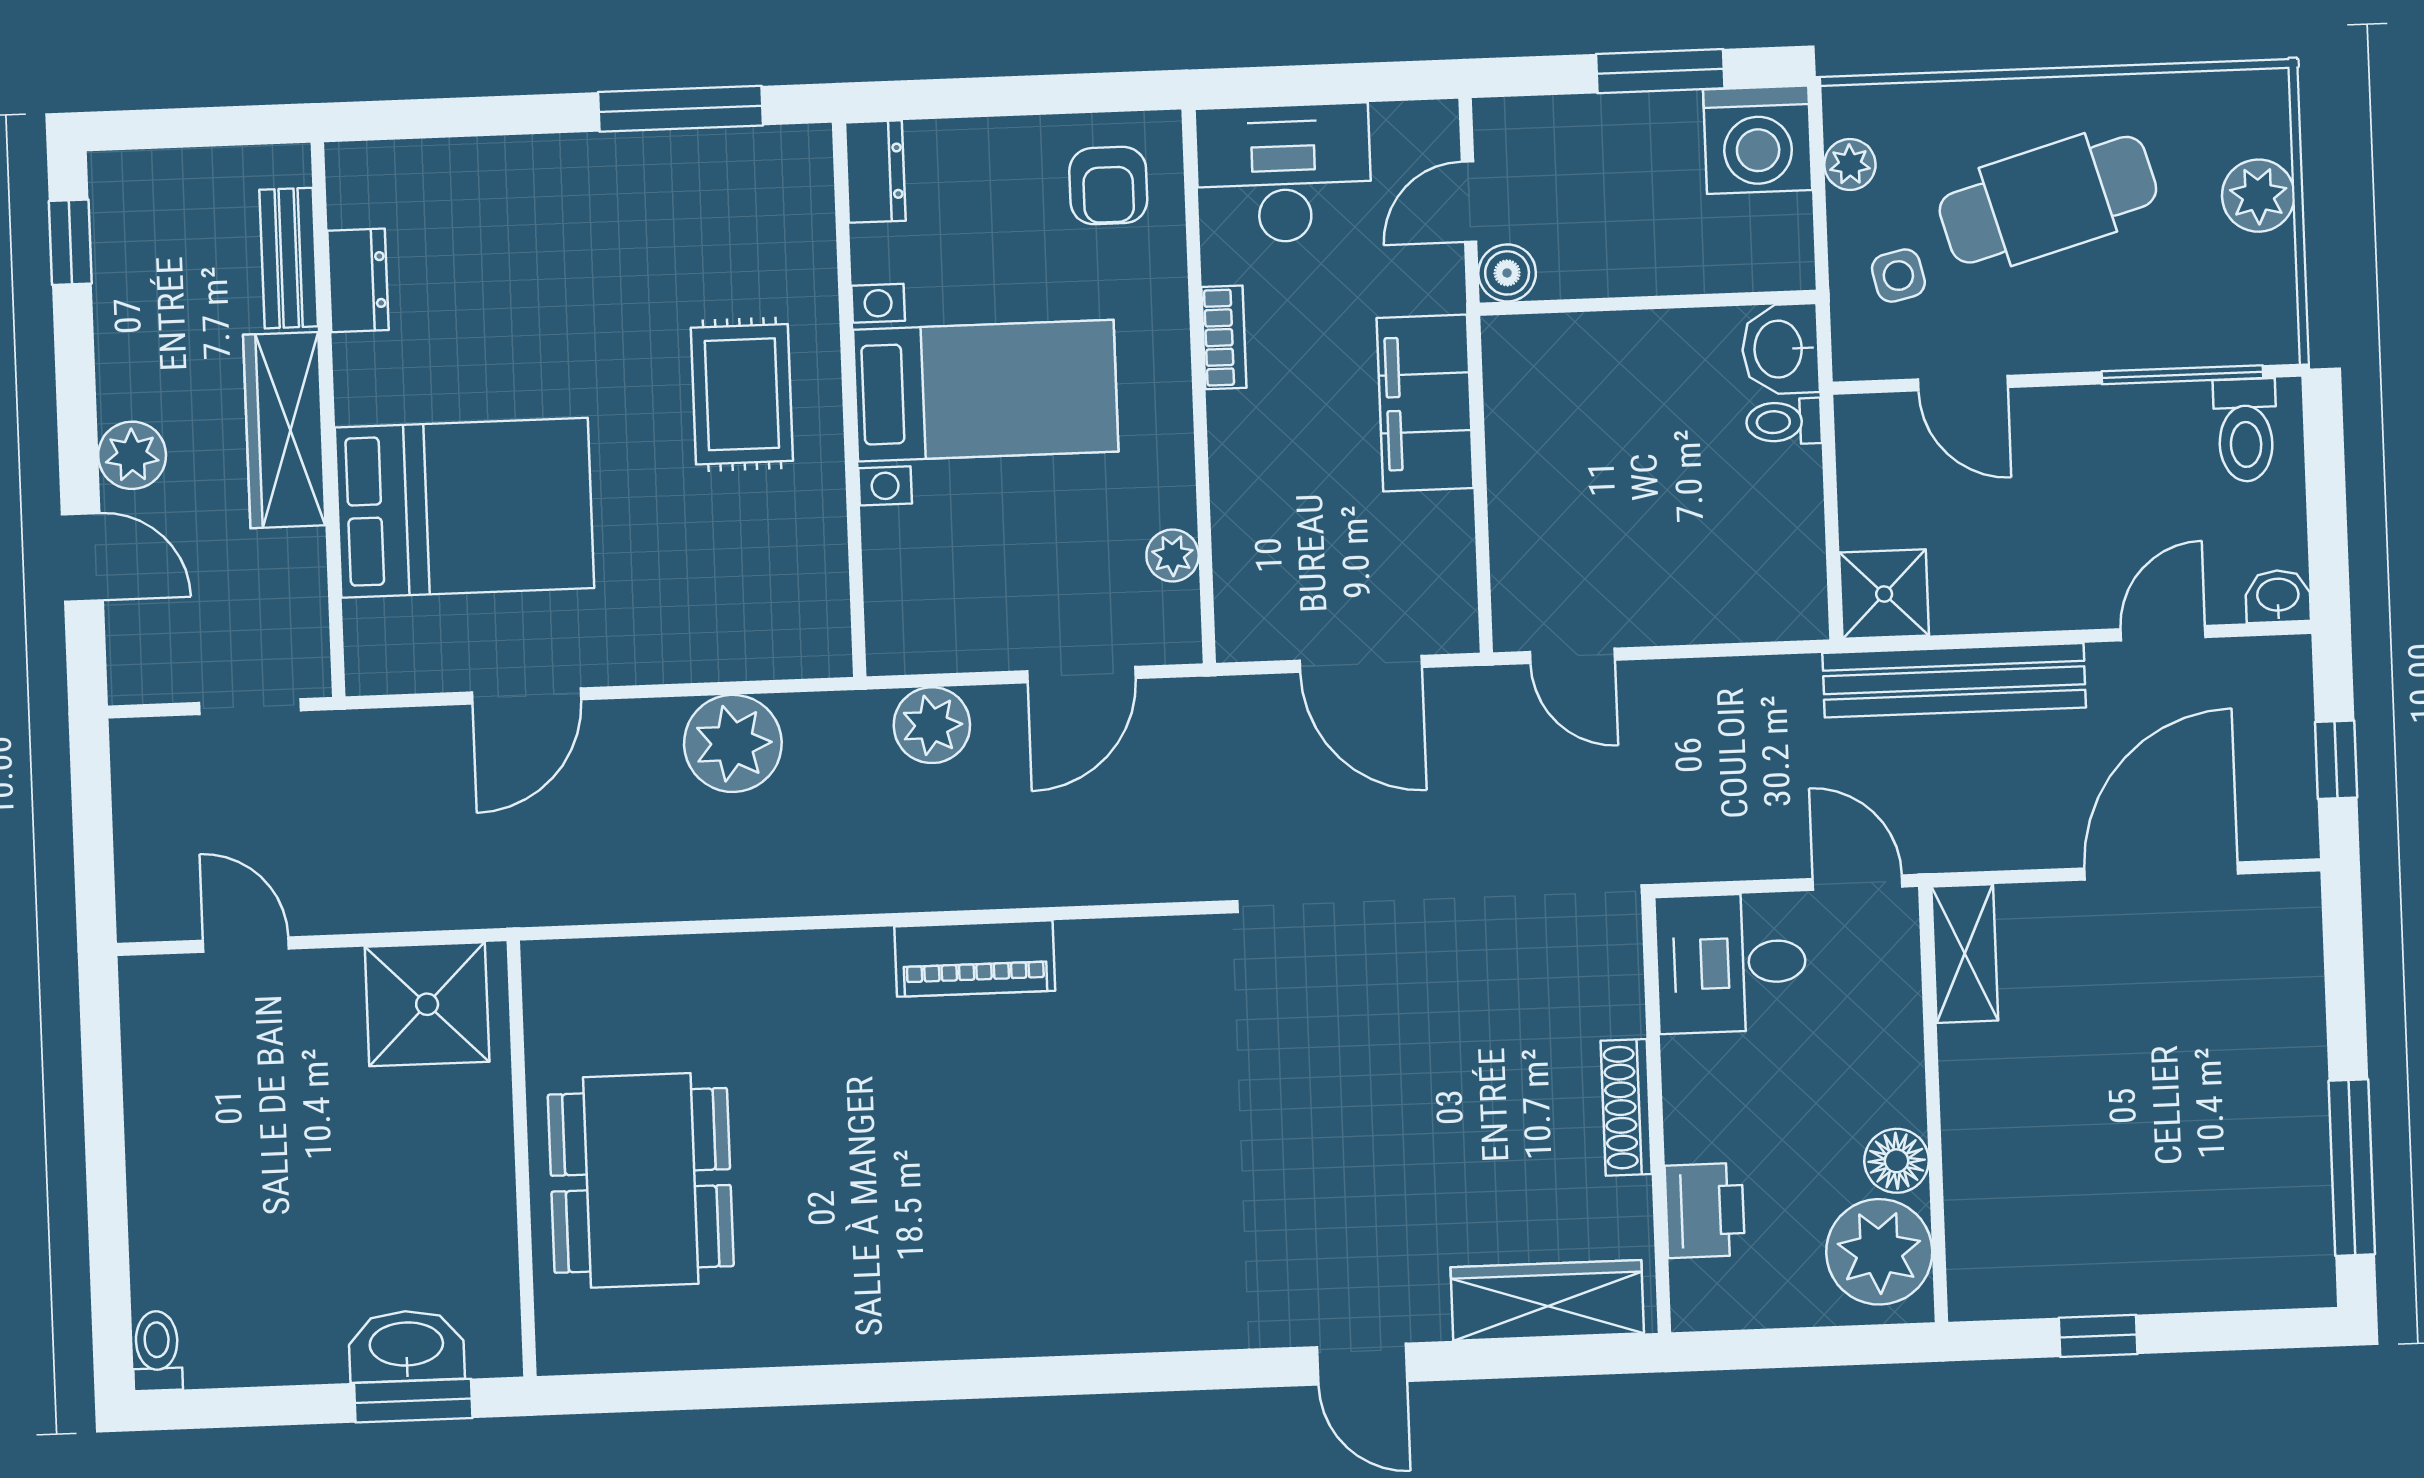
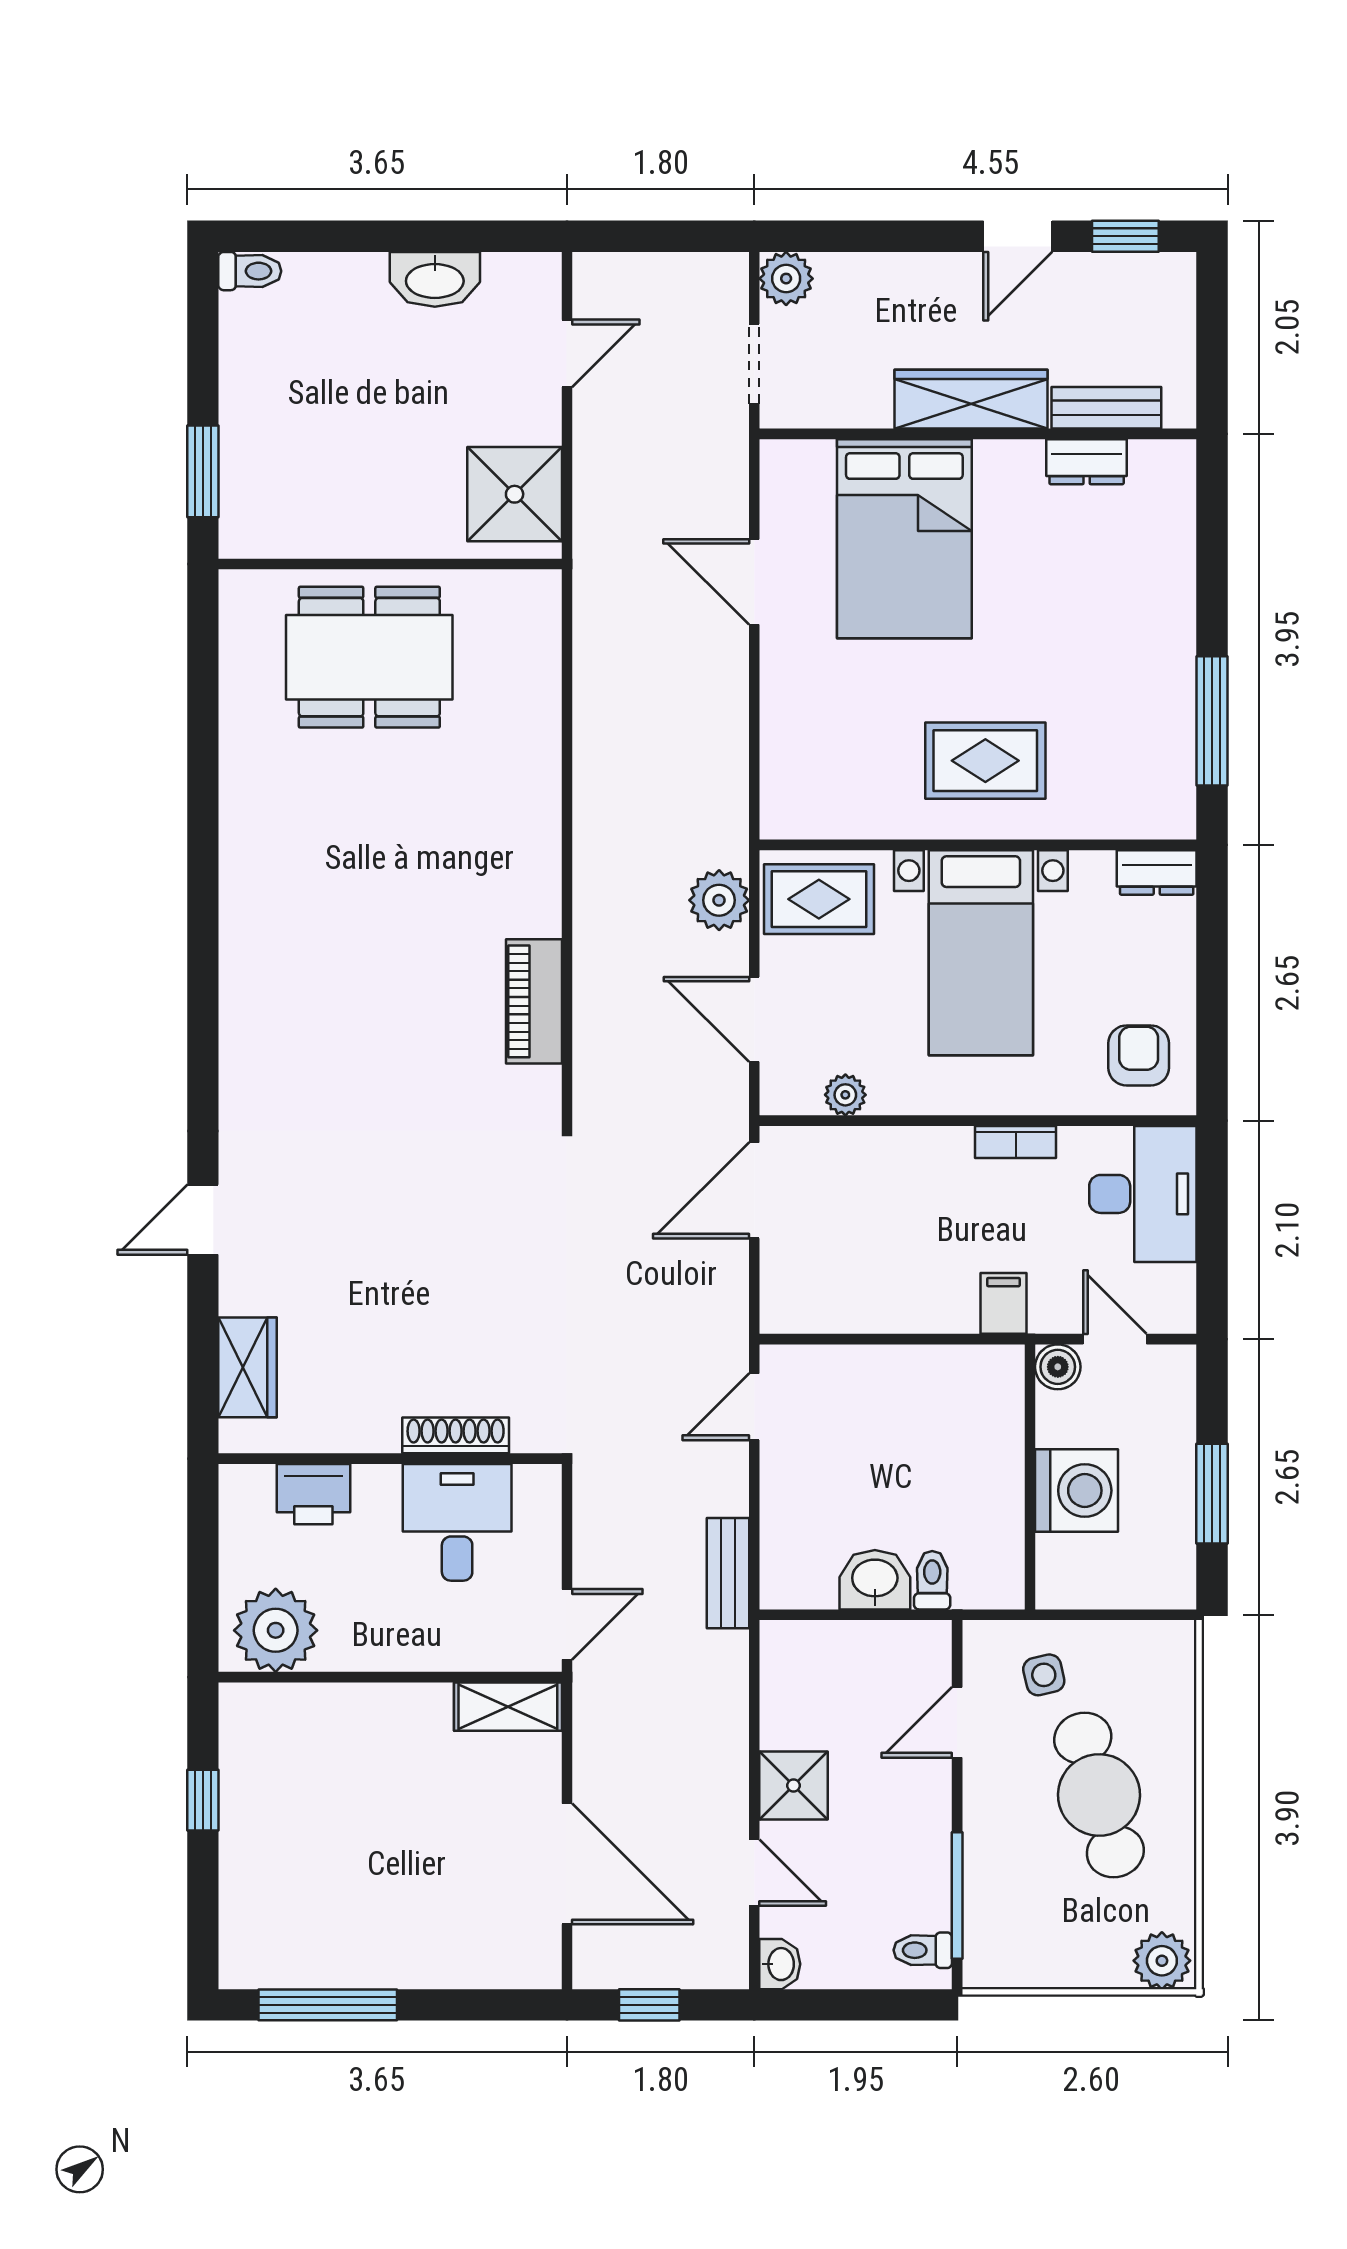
washing machine: (1758, 140) -> (1077, 1491), moved, turned 180
plant: (1850, 164) -> (1133, 1640), removed
armchair: (1108, 186) -> (1139, 1055), turned 90
plant: (2258, 196) -> (1162, 1961), moved
washbasin: (1780, 349) -> (875, 1580), moved
filing cabinet: (1425, 403) -> (1003, 1303), width x0.33, depth x0.86
toilet: (2246, 430) -> (923, 1950), width x0.73, depth x0.72
plant: (132, 455) -> (786, 279), moved
door: (82, 557) -> (1018, 236), moved
shower: (1884, 594) -> (794, 1786), moved
rug: (926, 598) -> (819, 899), added
door: (1361, 664) -> (754, 1190), moved
bench: (1954, 680) -> (728, 1573), moved, width x0.54, depth x0.82
plant: (733, 743) -> (711, 743), removed
piano: (975, 959) -> (534, 1001), moved
desk: (1731, 963) -> (457, 1522), moved
shoe rack: (1626, 1107) -> (456, 1435), moved
floor lamp: (1897, 1161) -> (347, 1647), removed
wardrobe: (1547, 1300) -> (248, 1367), width x0.67
washbasin: (406, 1346) -> (435, 279), moved, turned 90

